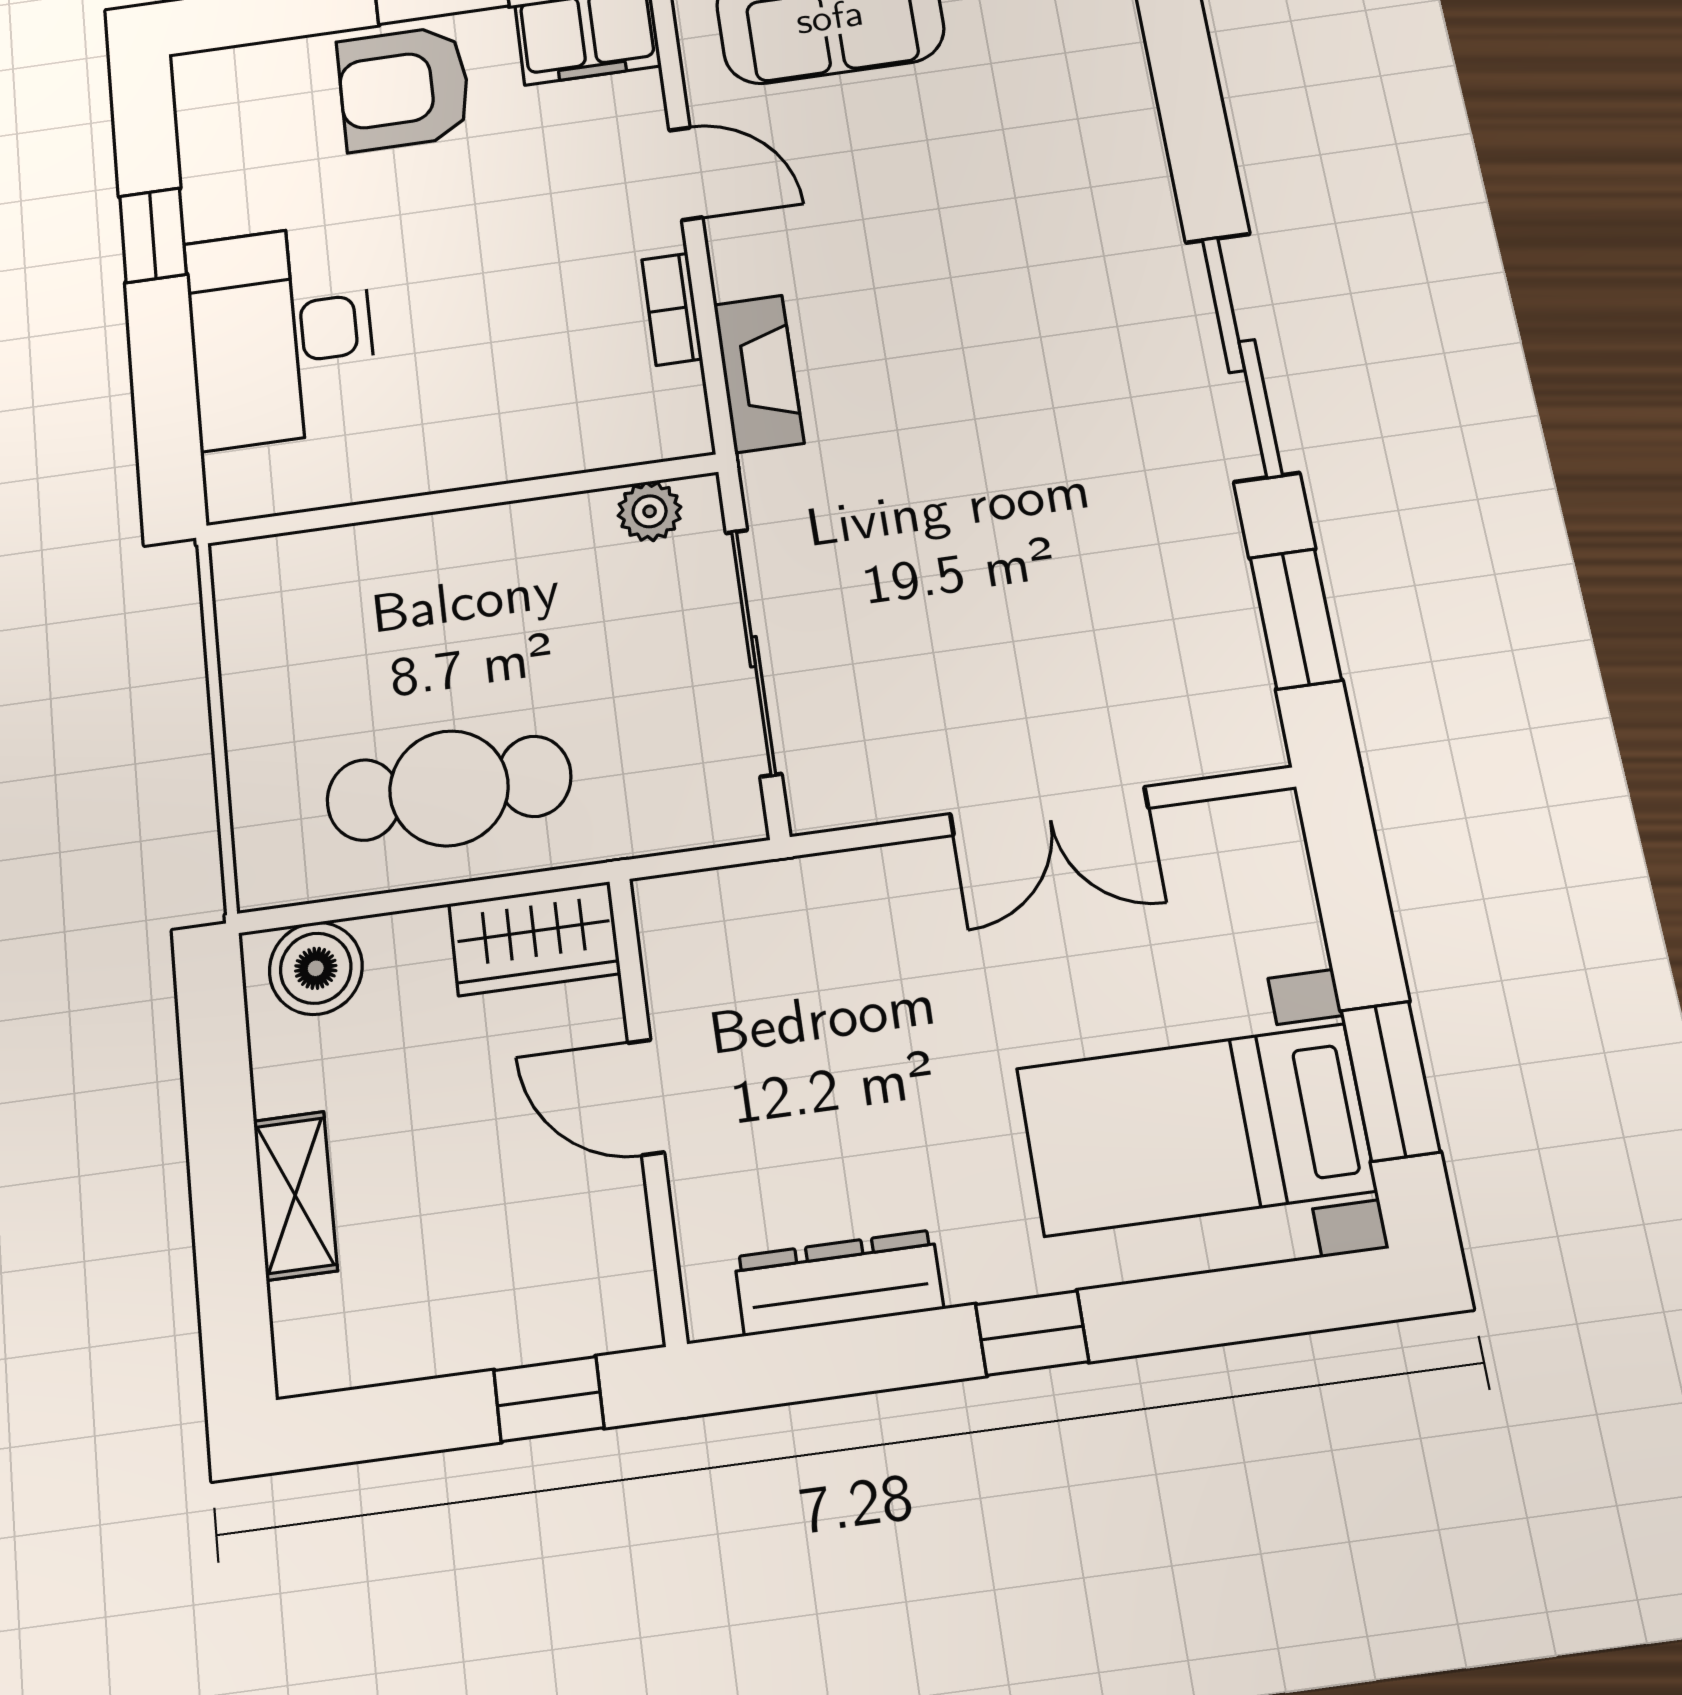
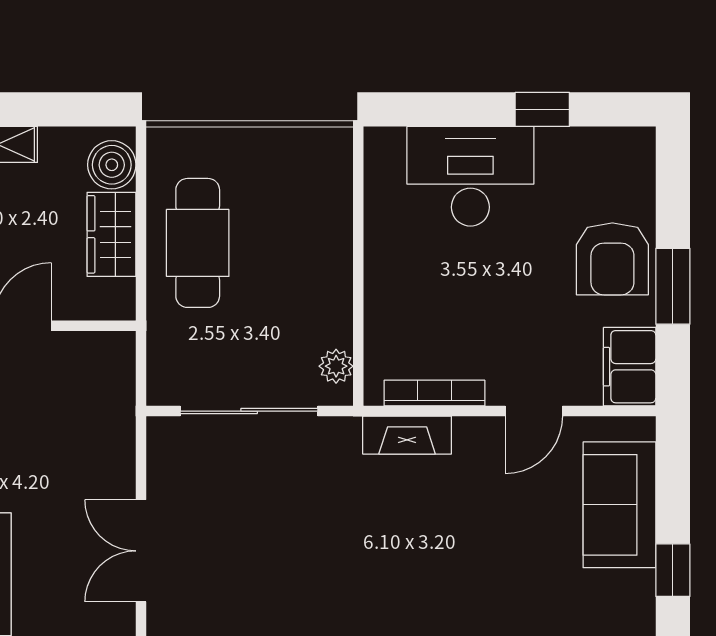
armchair: (404, 88) -> (612, 259), turned 180
bookcase: (672, 309) -> (434, 393), width x1.56
wardrobe: (534, 939) -> (111, 234), moved

